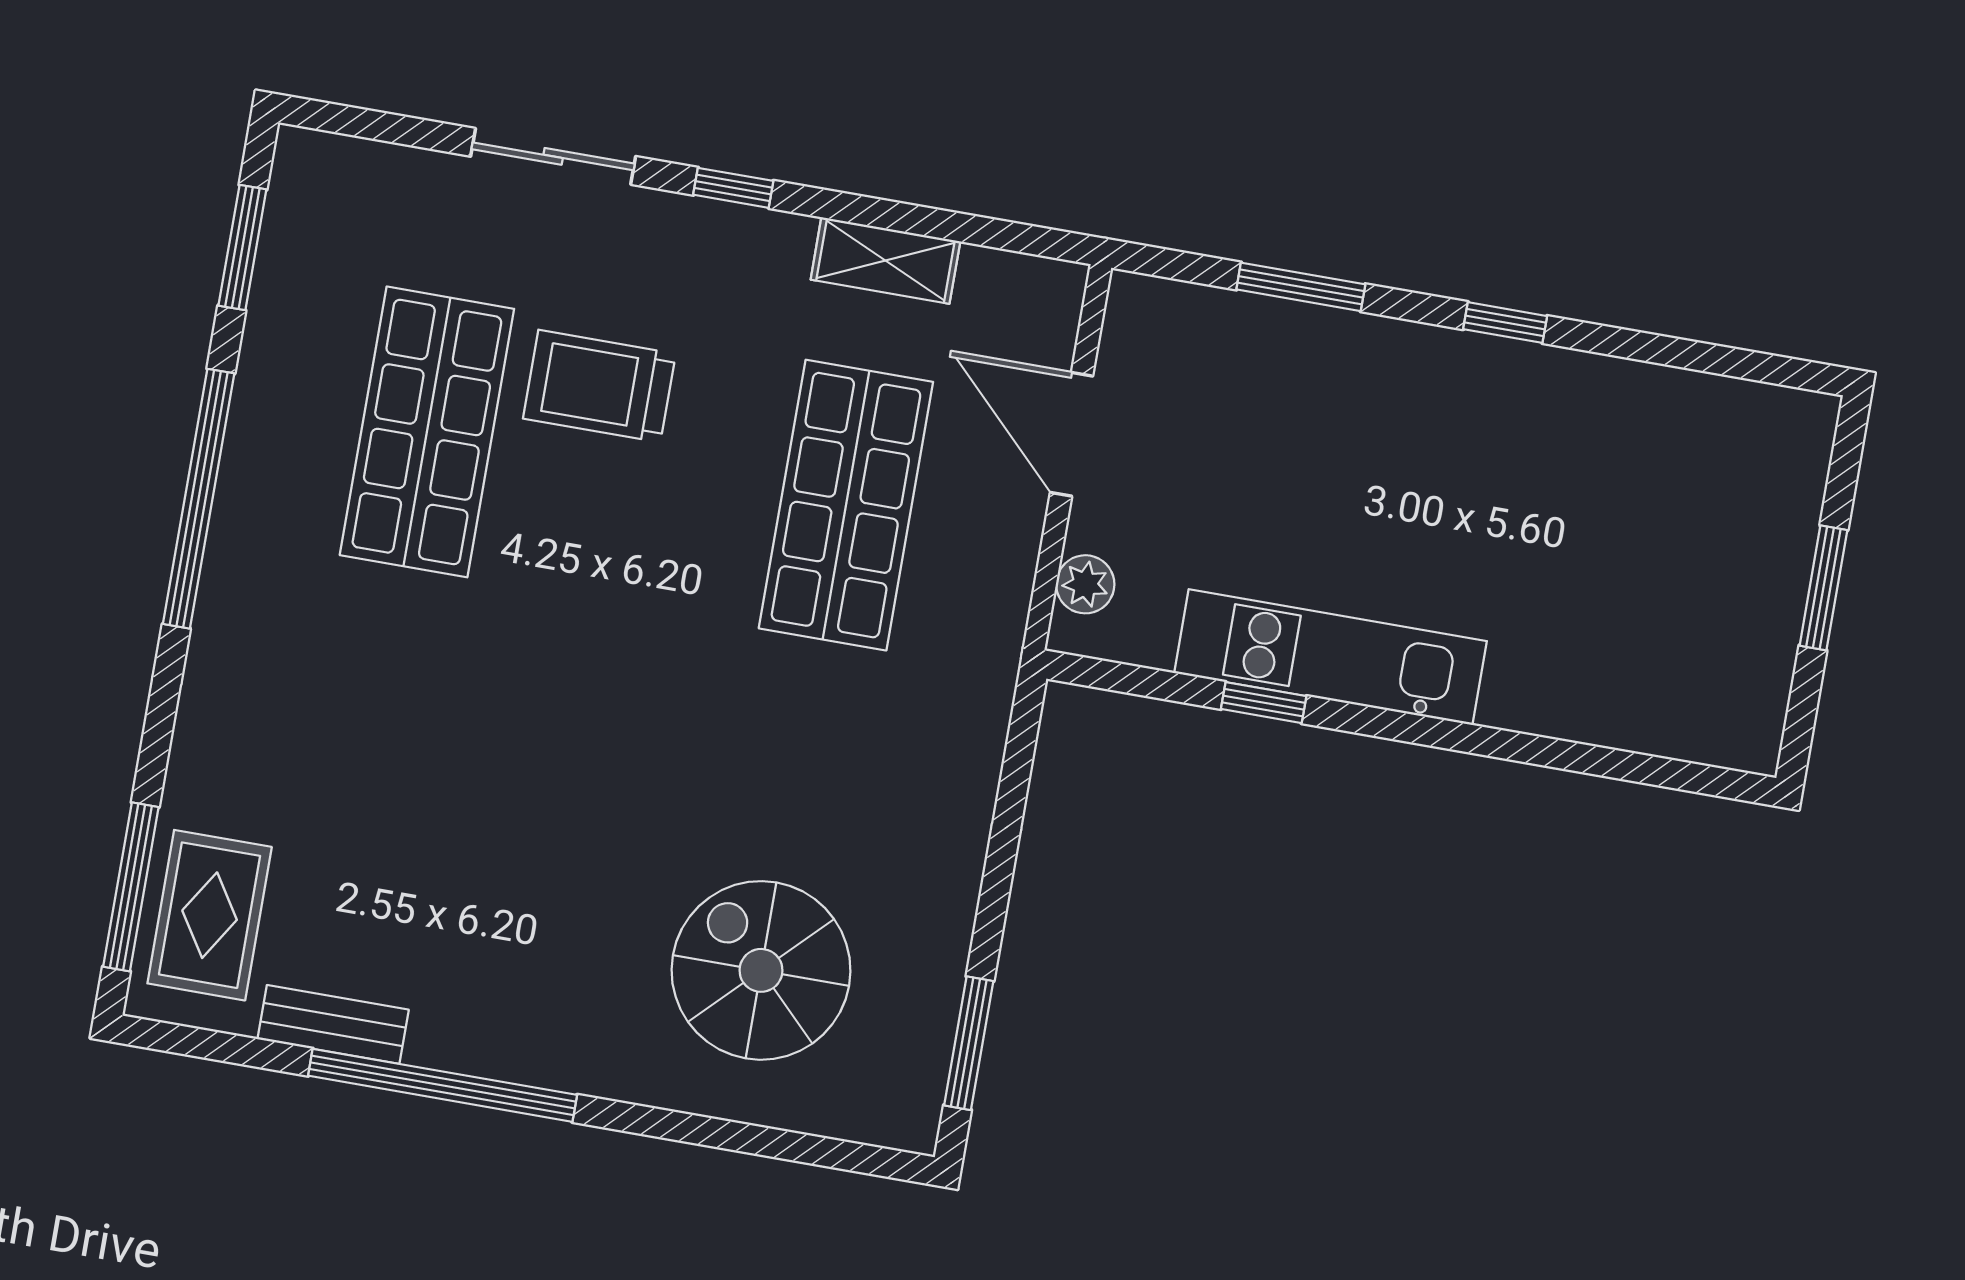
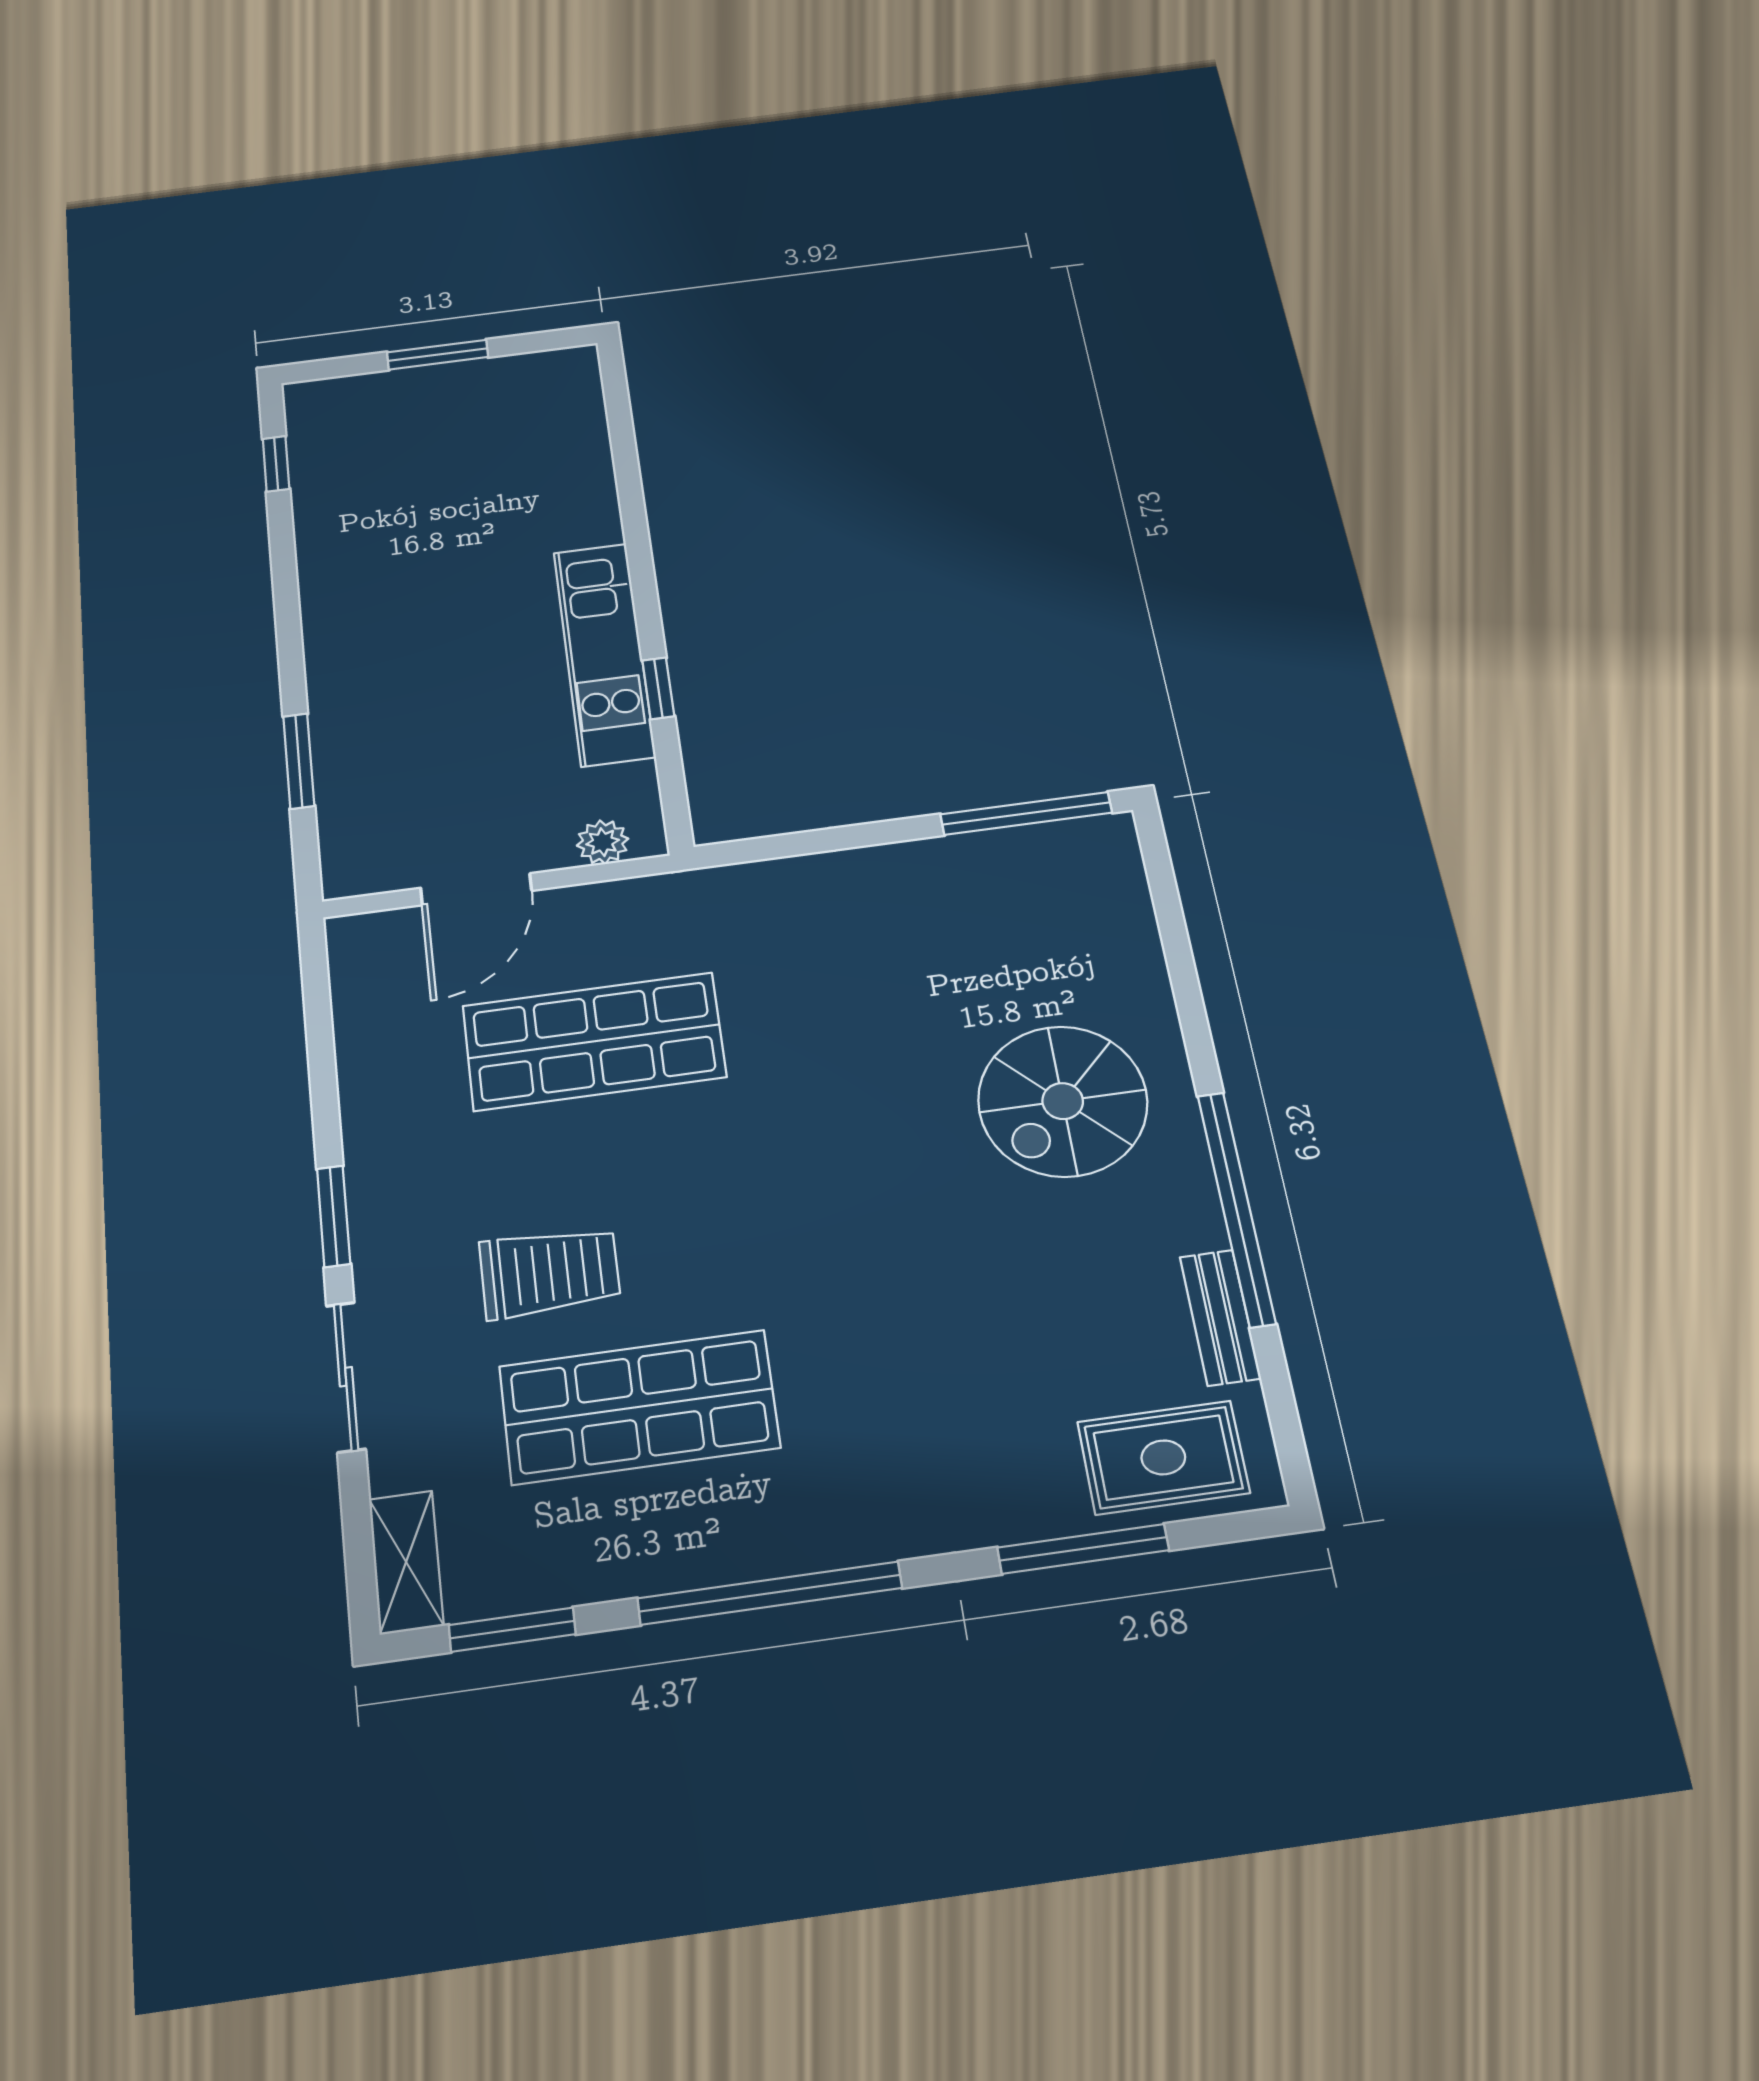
window: (733, 188) -> (334, 1216), width x1.50
shelving: (885, 260) -> (406, 1562), moved
window: (1505, 323) -> (276, 464), moved
trolley: (599, 386) -> (550, 1272), turned -90
window: (131, 887) -> (1083, 1549), moved
spiral stairs: (761, 970) -> (1063, 1101), moved
window: (969, 1043) -> (1026, 813), width x1.44

